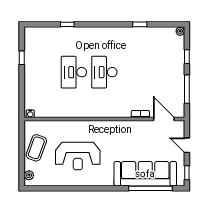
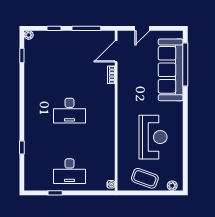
window: (140, 24) -> (22, 55), moved
desk: (74, 72) -> (69, 171), moved
window: (187, 173) -> (170, 28), removed

